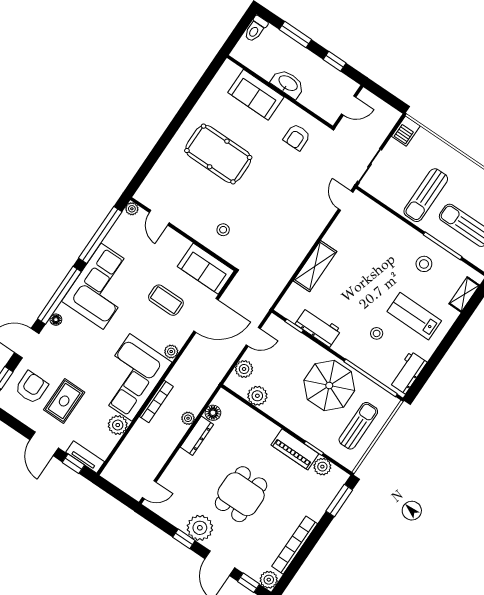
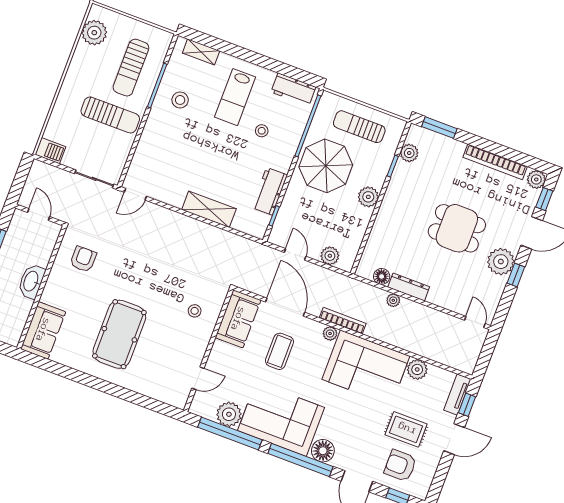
sofa: (256, 95) -> (43, 330), moved
armchair: (297, 137) -> (83, 259), turned -90
plant: (132, 209) -> (229, 414), moved, width x1.87, depth x1.87
floor lamp: (56, 320) -> (323, 451), width x1.89, depth x1.89
plant: (257, 396) -> (368, 197), moved
bookcase: (156, 401) -> (343, 321), moved
piano: (295, 449) -> (399, 185), removed

